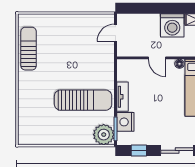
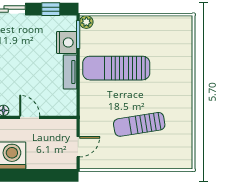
sun lounger: (29, 49) -> (139, 124), moved, turned 81
plant: (104, 135) -> (86, 22), width x0.53, depth x0.53

